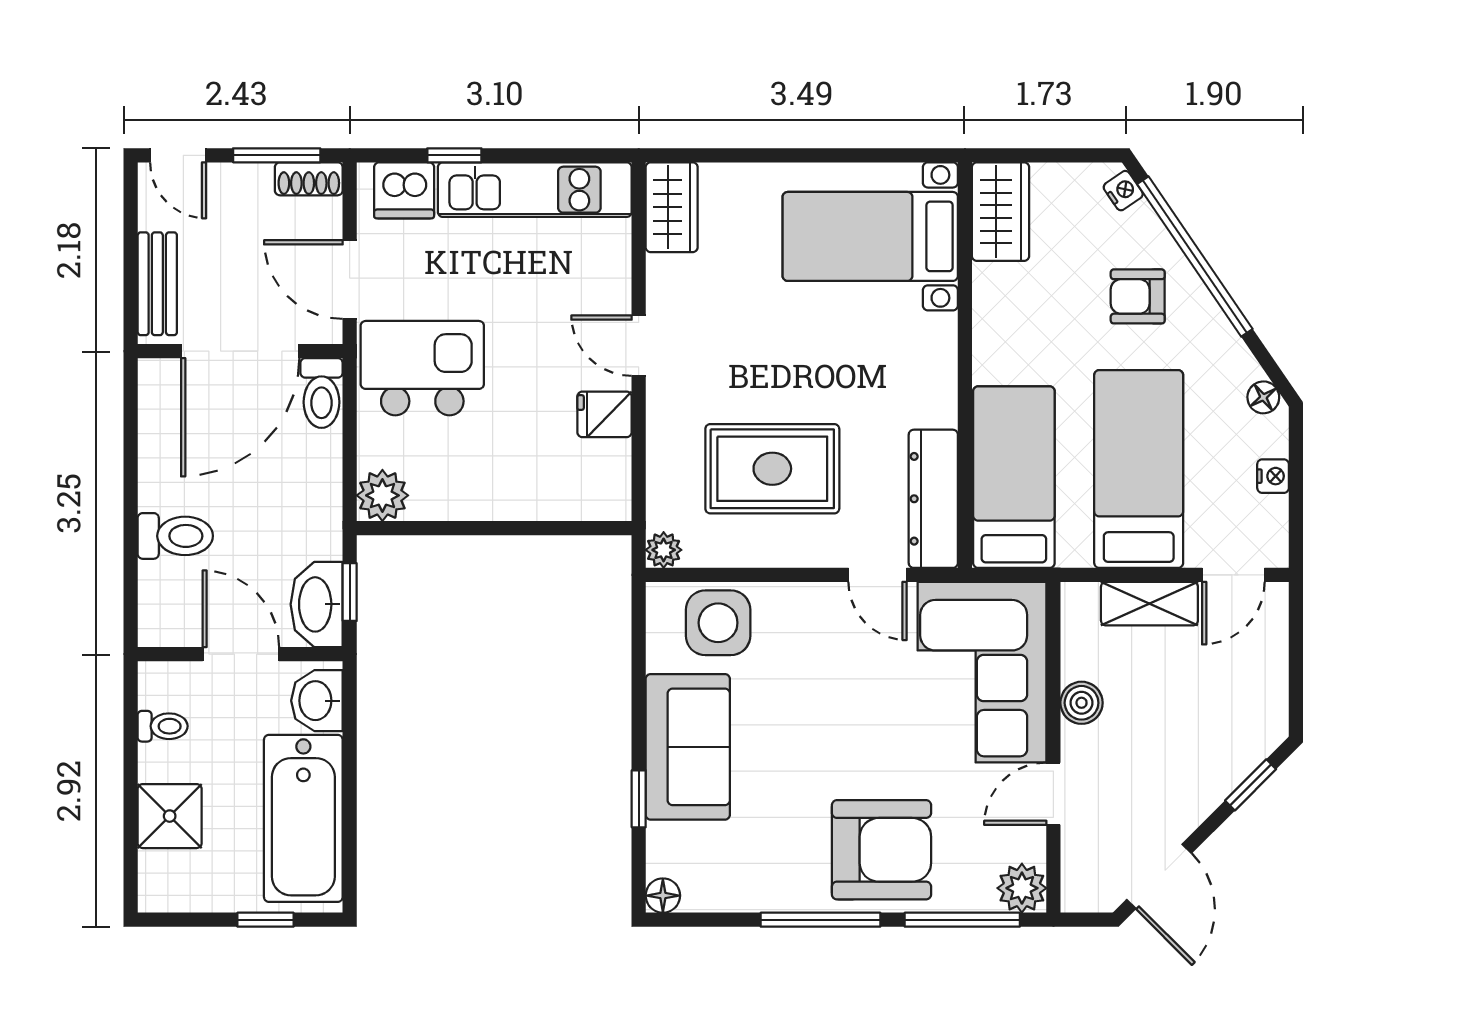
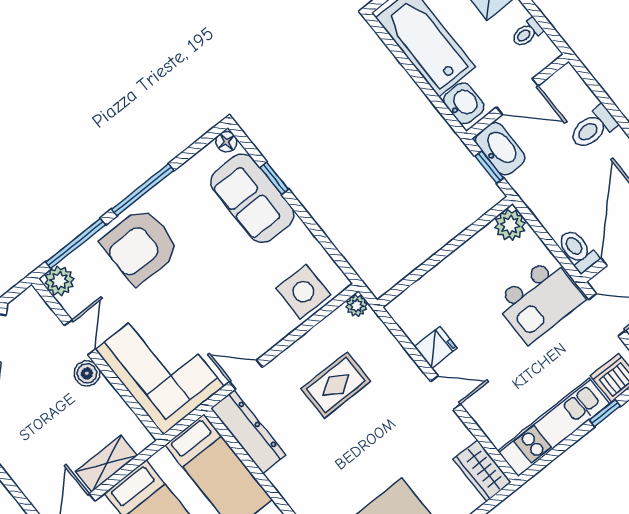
rug: (772, 469) -> (336, 385), width x0.73, depth x0.70
boiler: (1082, 703) -> (87, 373), moved
sofa: (688, 747) -> (252, 198), moved

